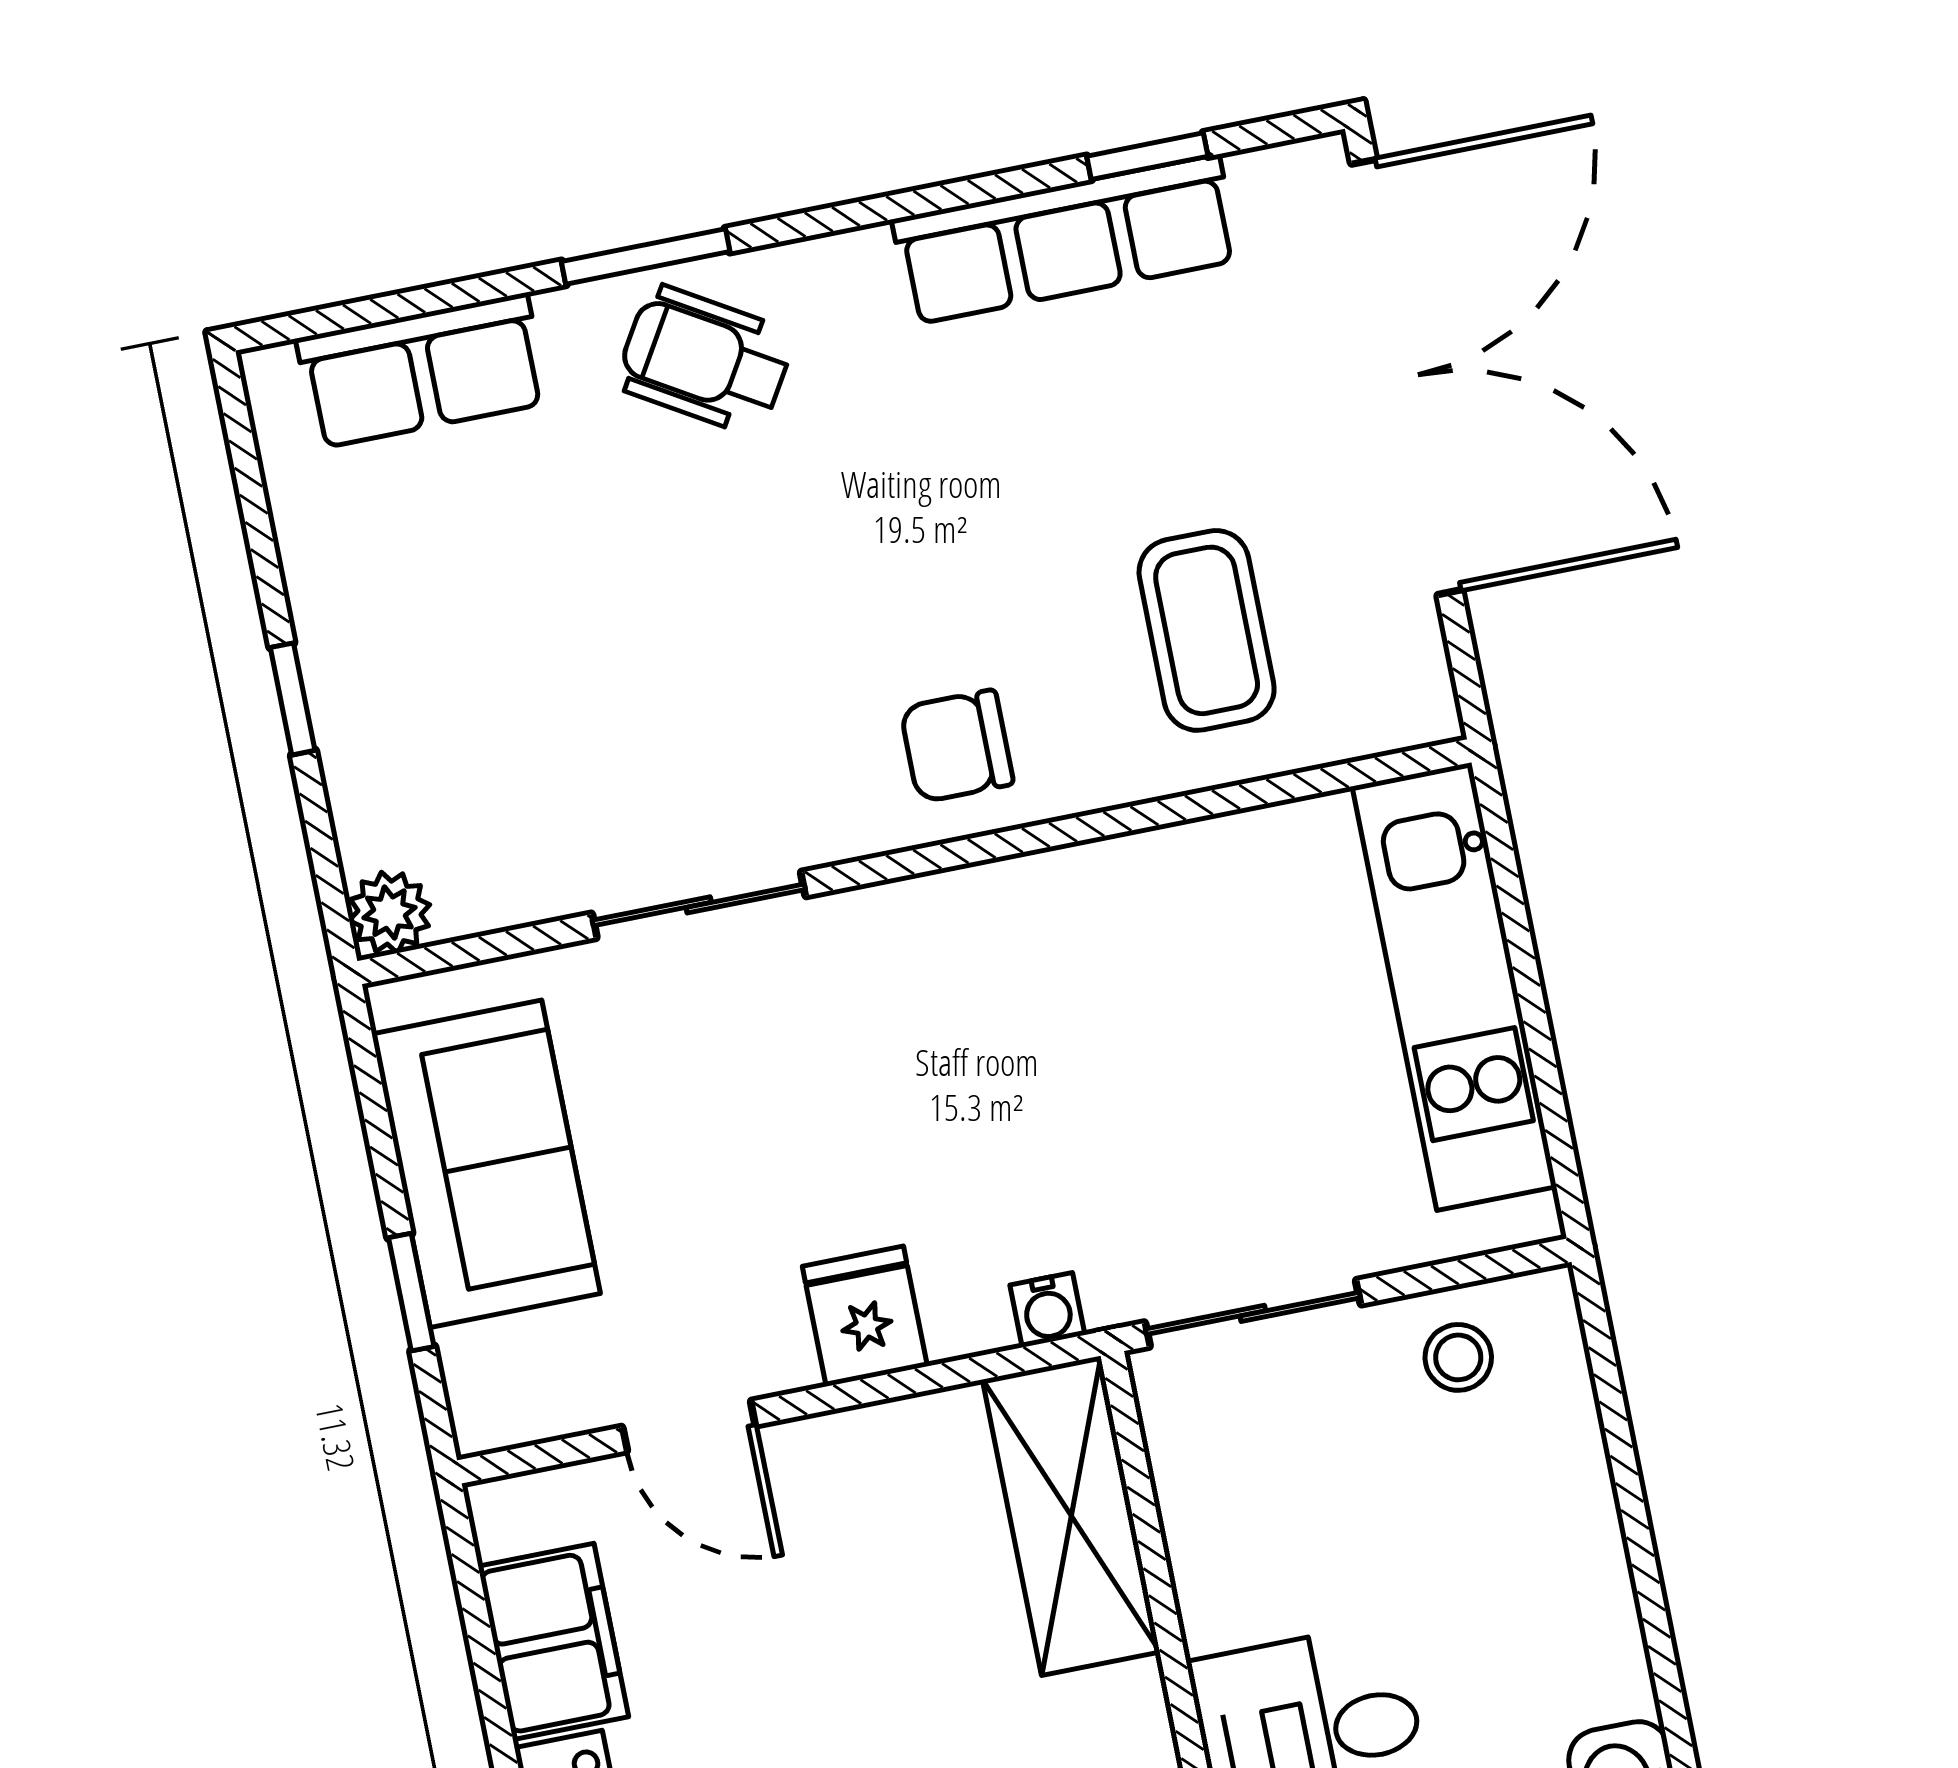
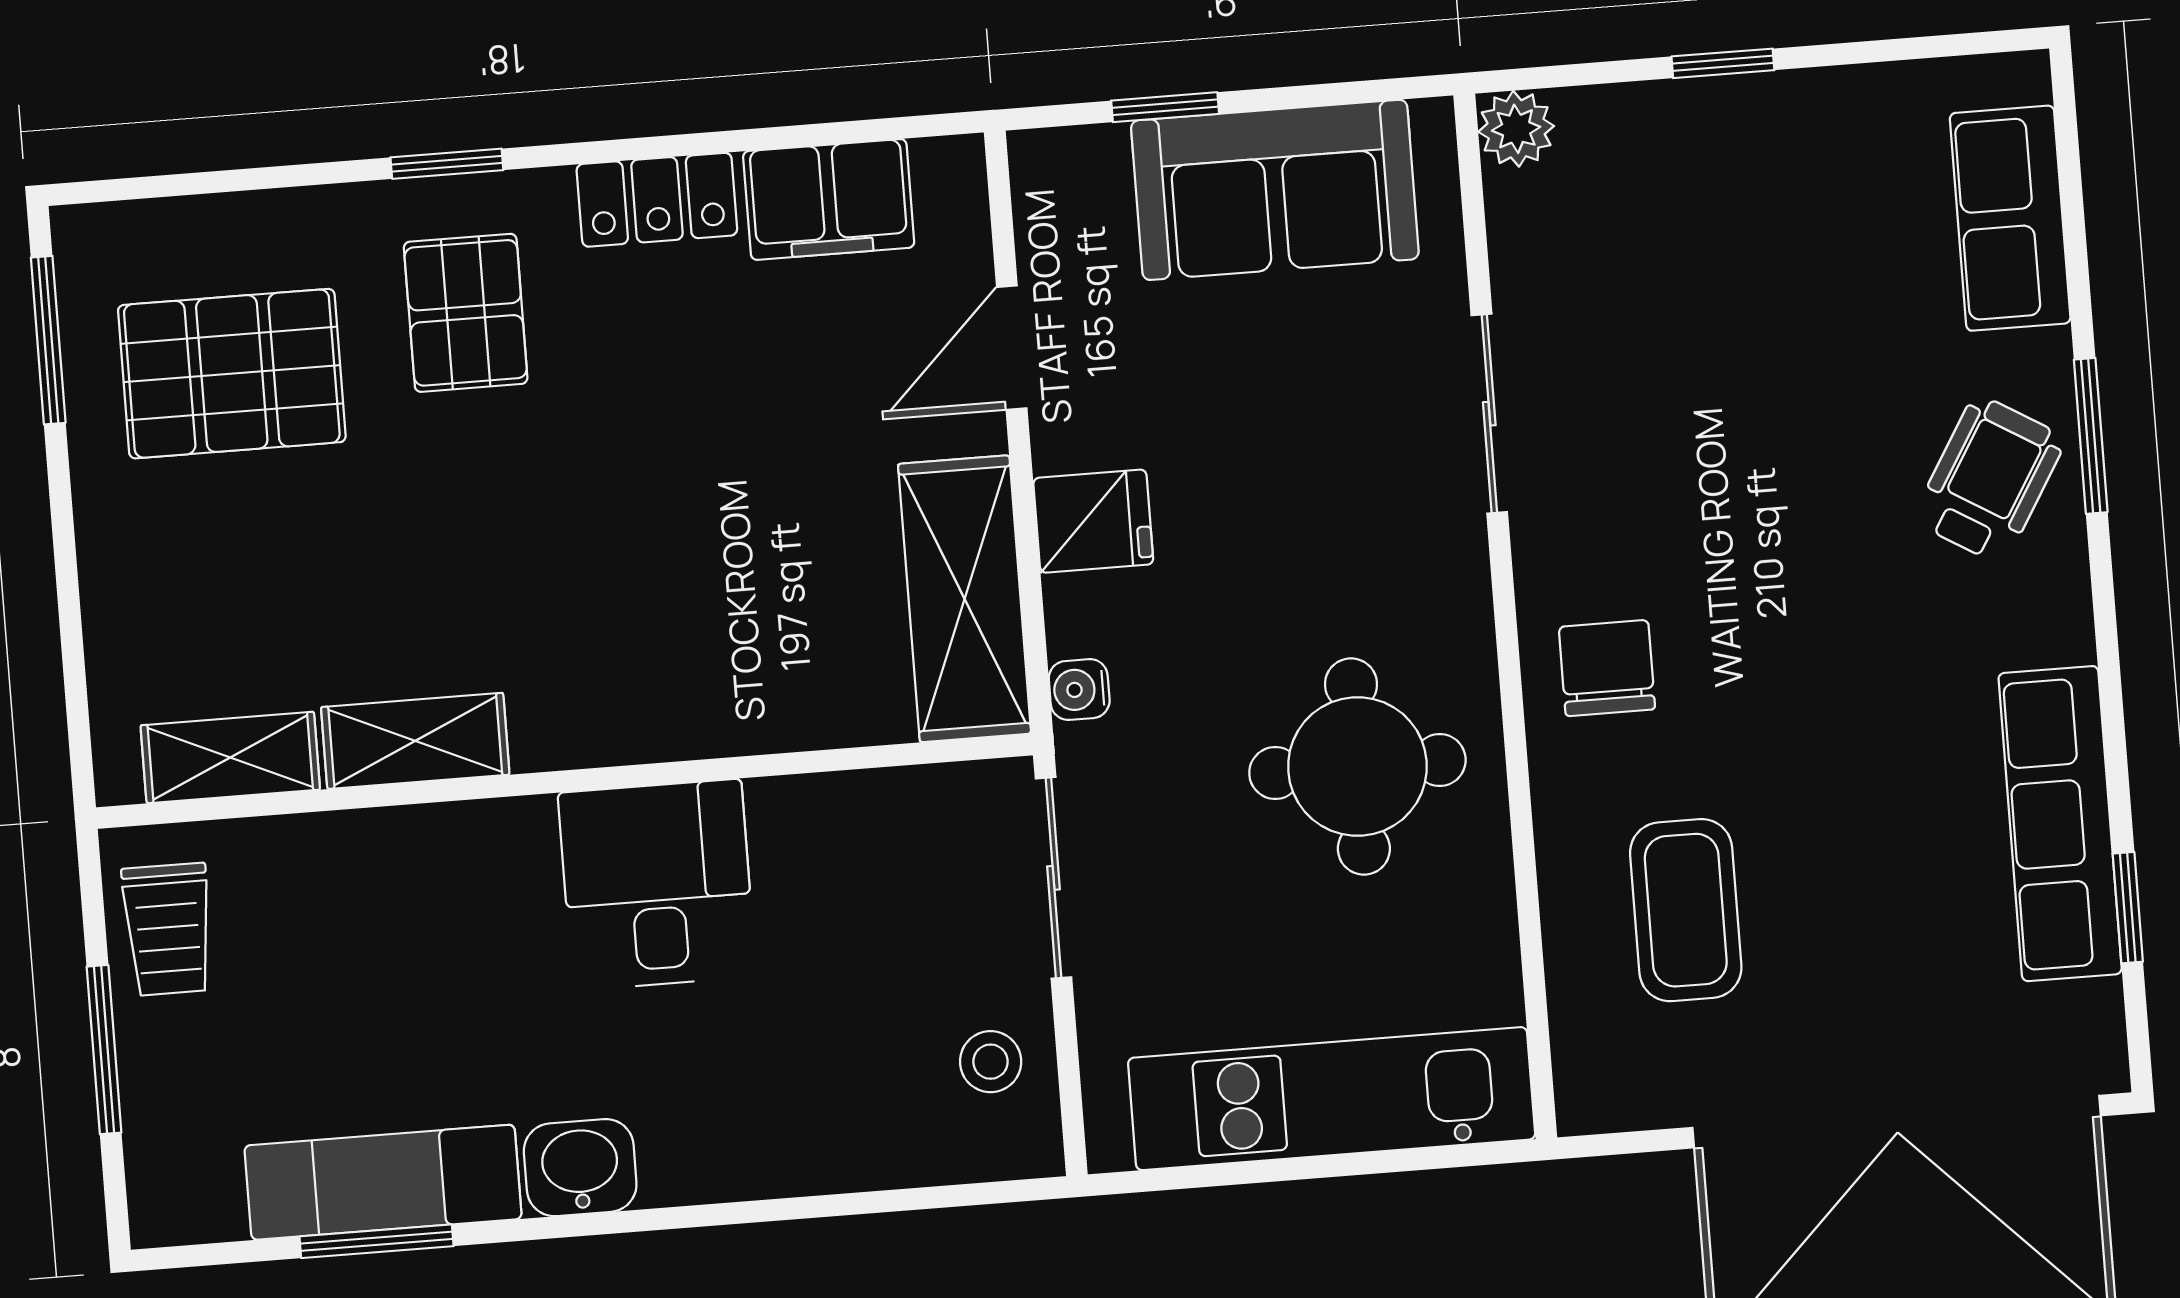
coffee table: (1207, 630) -> (1686, 910), turned 90
round table: (1094, 1001) -> (1357, 766), added
shelving: (1071, 1516) -> (965, 599), moved, turned 90

